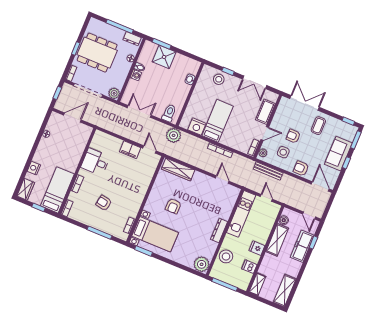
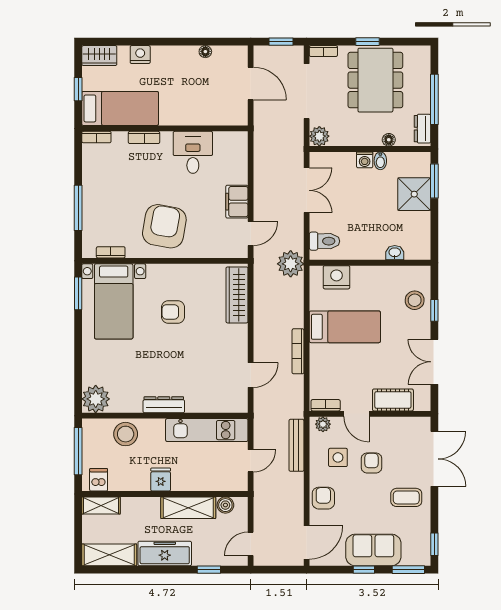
nightstand: (197, 127) -> (336, 277), moved, turned 90
armchair: (104, 203) -> (164, 226), moved, width x1.88, depth x1.88
freezer: (302, 246) -> (165, 553), moved
dishwasher: (249, 267) -> (99, 480), moved

